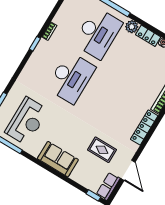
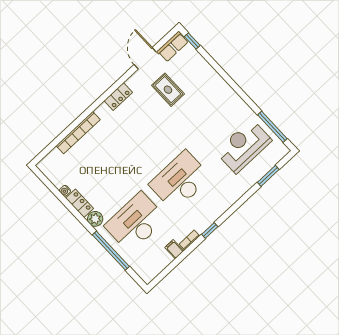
filing cabinet: (60, 20) -> (174, 249), added
locker: (144, 127) -> (118, 96), width x0.66
sofa: (58, 159) -> (221, 93), removed

